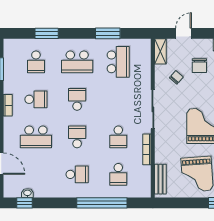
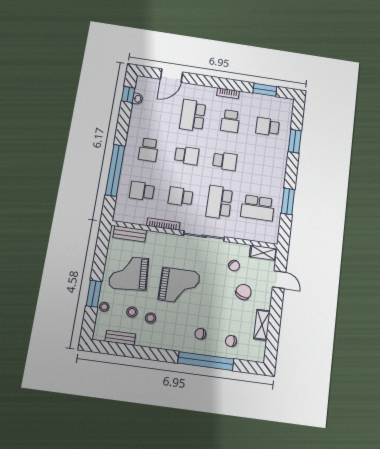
school desk: (77, 62) -> (219, 202), moved
chair: (199, 66) -> (243, 292), turned 111

